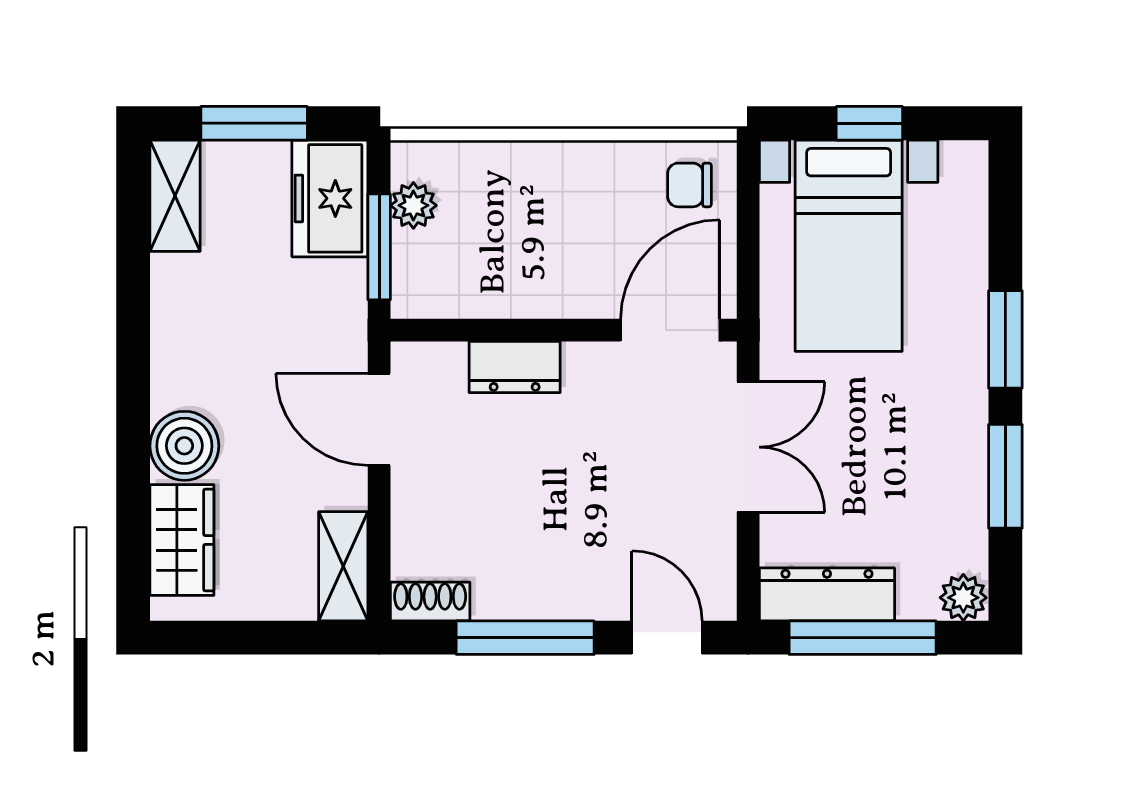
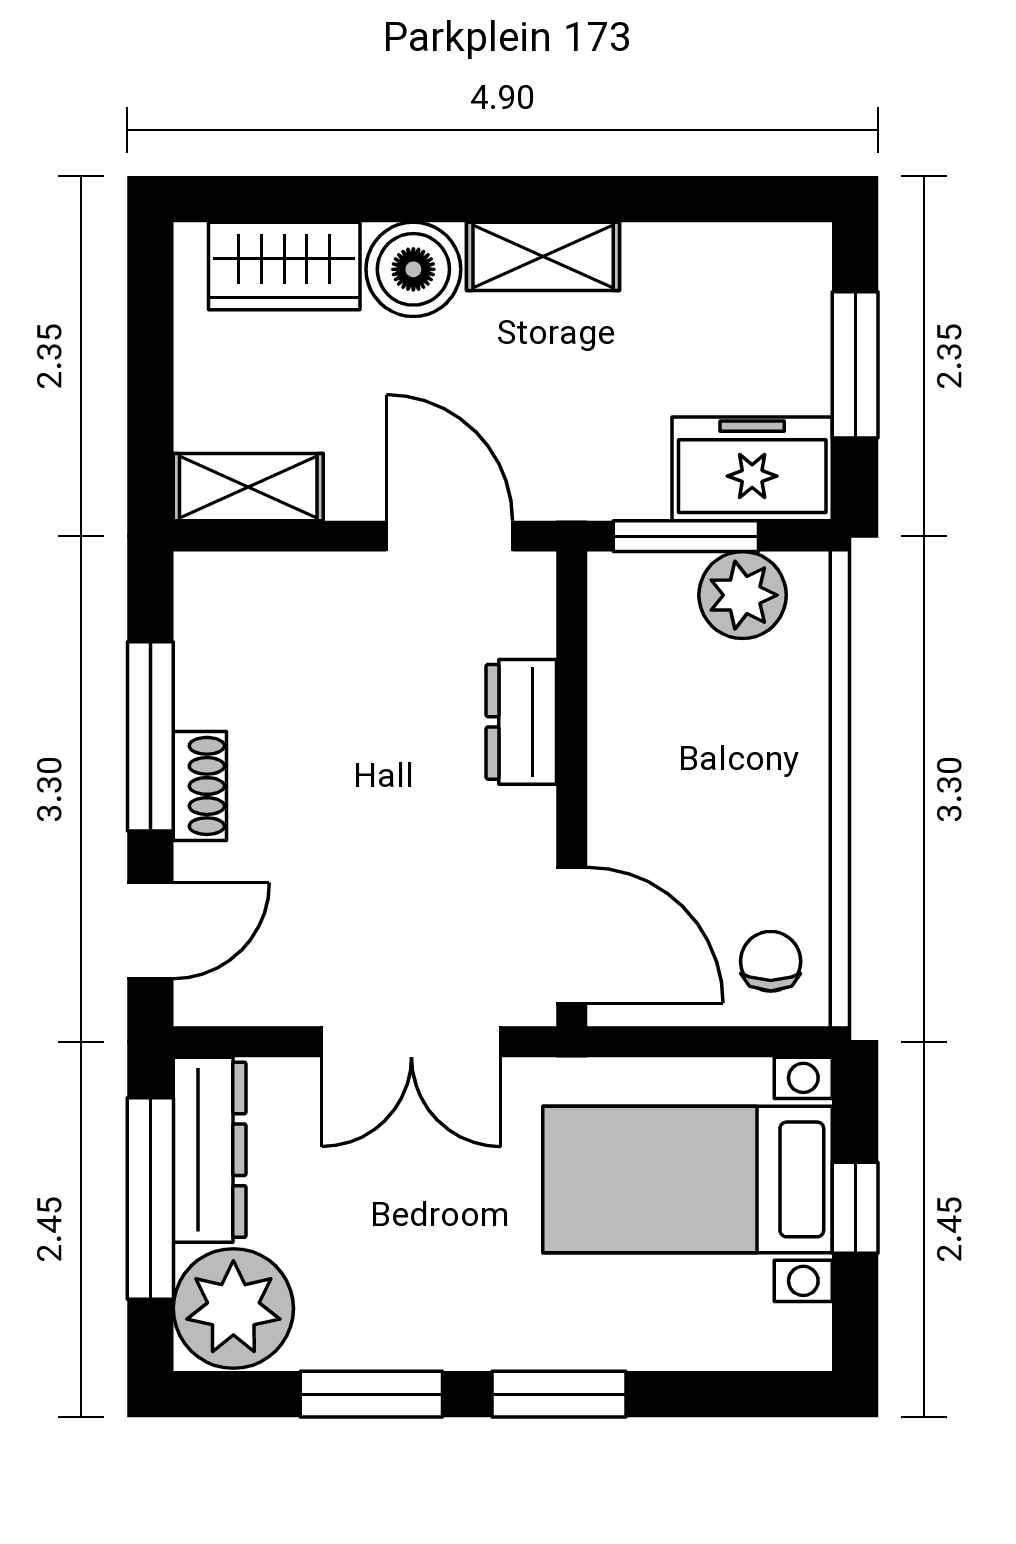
shelving: (175, 196) -> (543, 256), moved
plant: (413, 205) -> (743, 595), width x1.38, depth x1.38
door: (379, 419) -> (450, 536), hinge flipped
plant: (963, 598) -> (233, 1308), width x1.87, depth x1.87
shoe rack: (430, 602) -> (200, 786), moved

